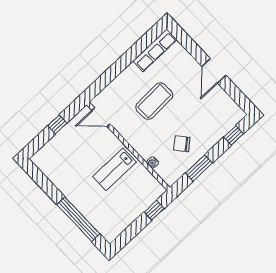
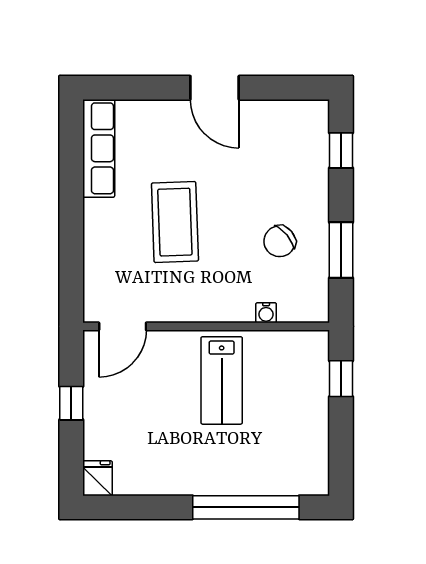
fridge: (40, 158) -> (98, 478), added

